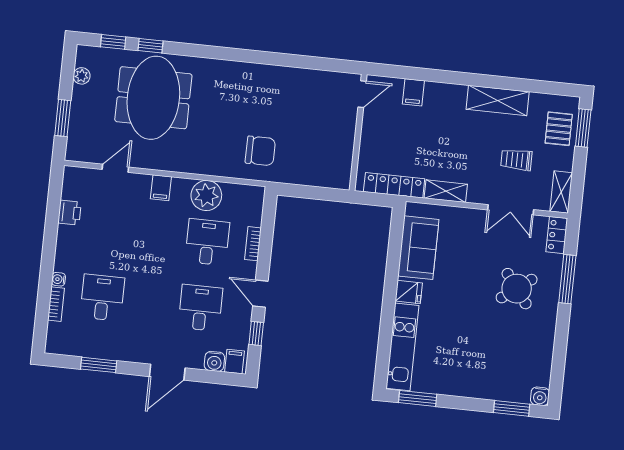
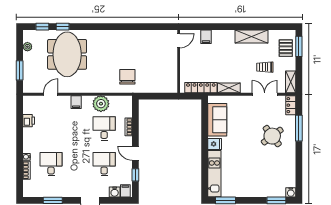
chair: (260, 151) -> (127, 77), turned -90
double door: (511, 210) -> (265, 94), swing flipped

